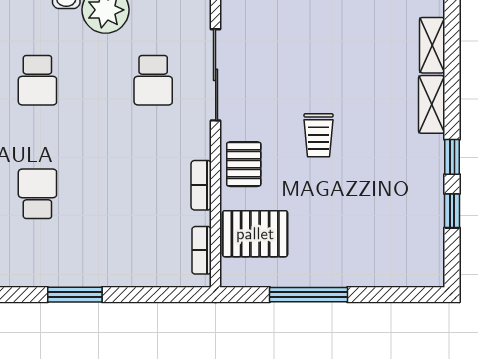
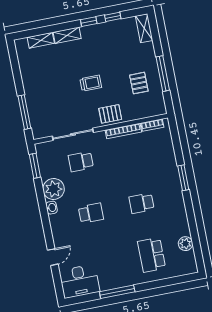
school desk: (153, 80) -> (81, 162), turned 180
bookcase: (201, 185) -> (123, 131), width x1.56
pallet: (255, 234) -> (139, 83), moved, width x0.67, depth x0.71
shelving: (414, 274) -> (144, 28), added

